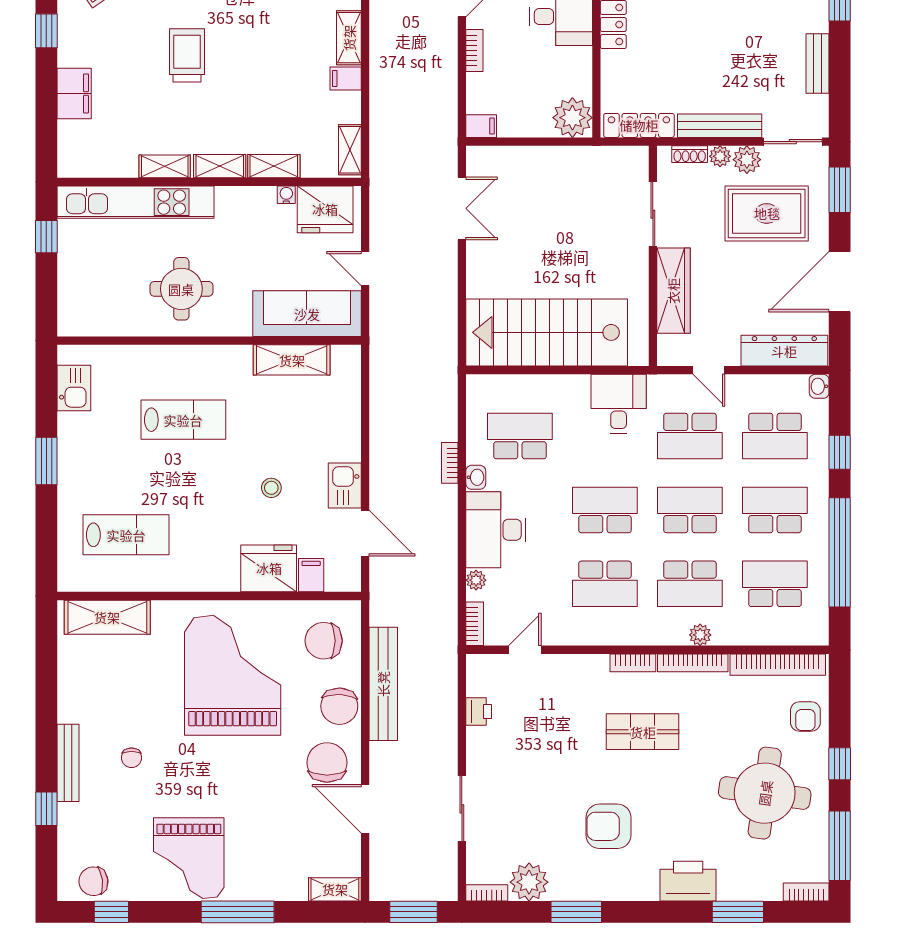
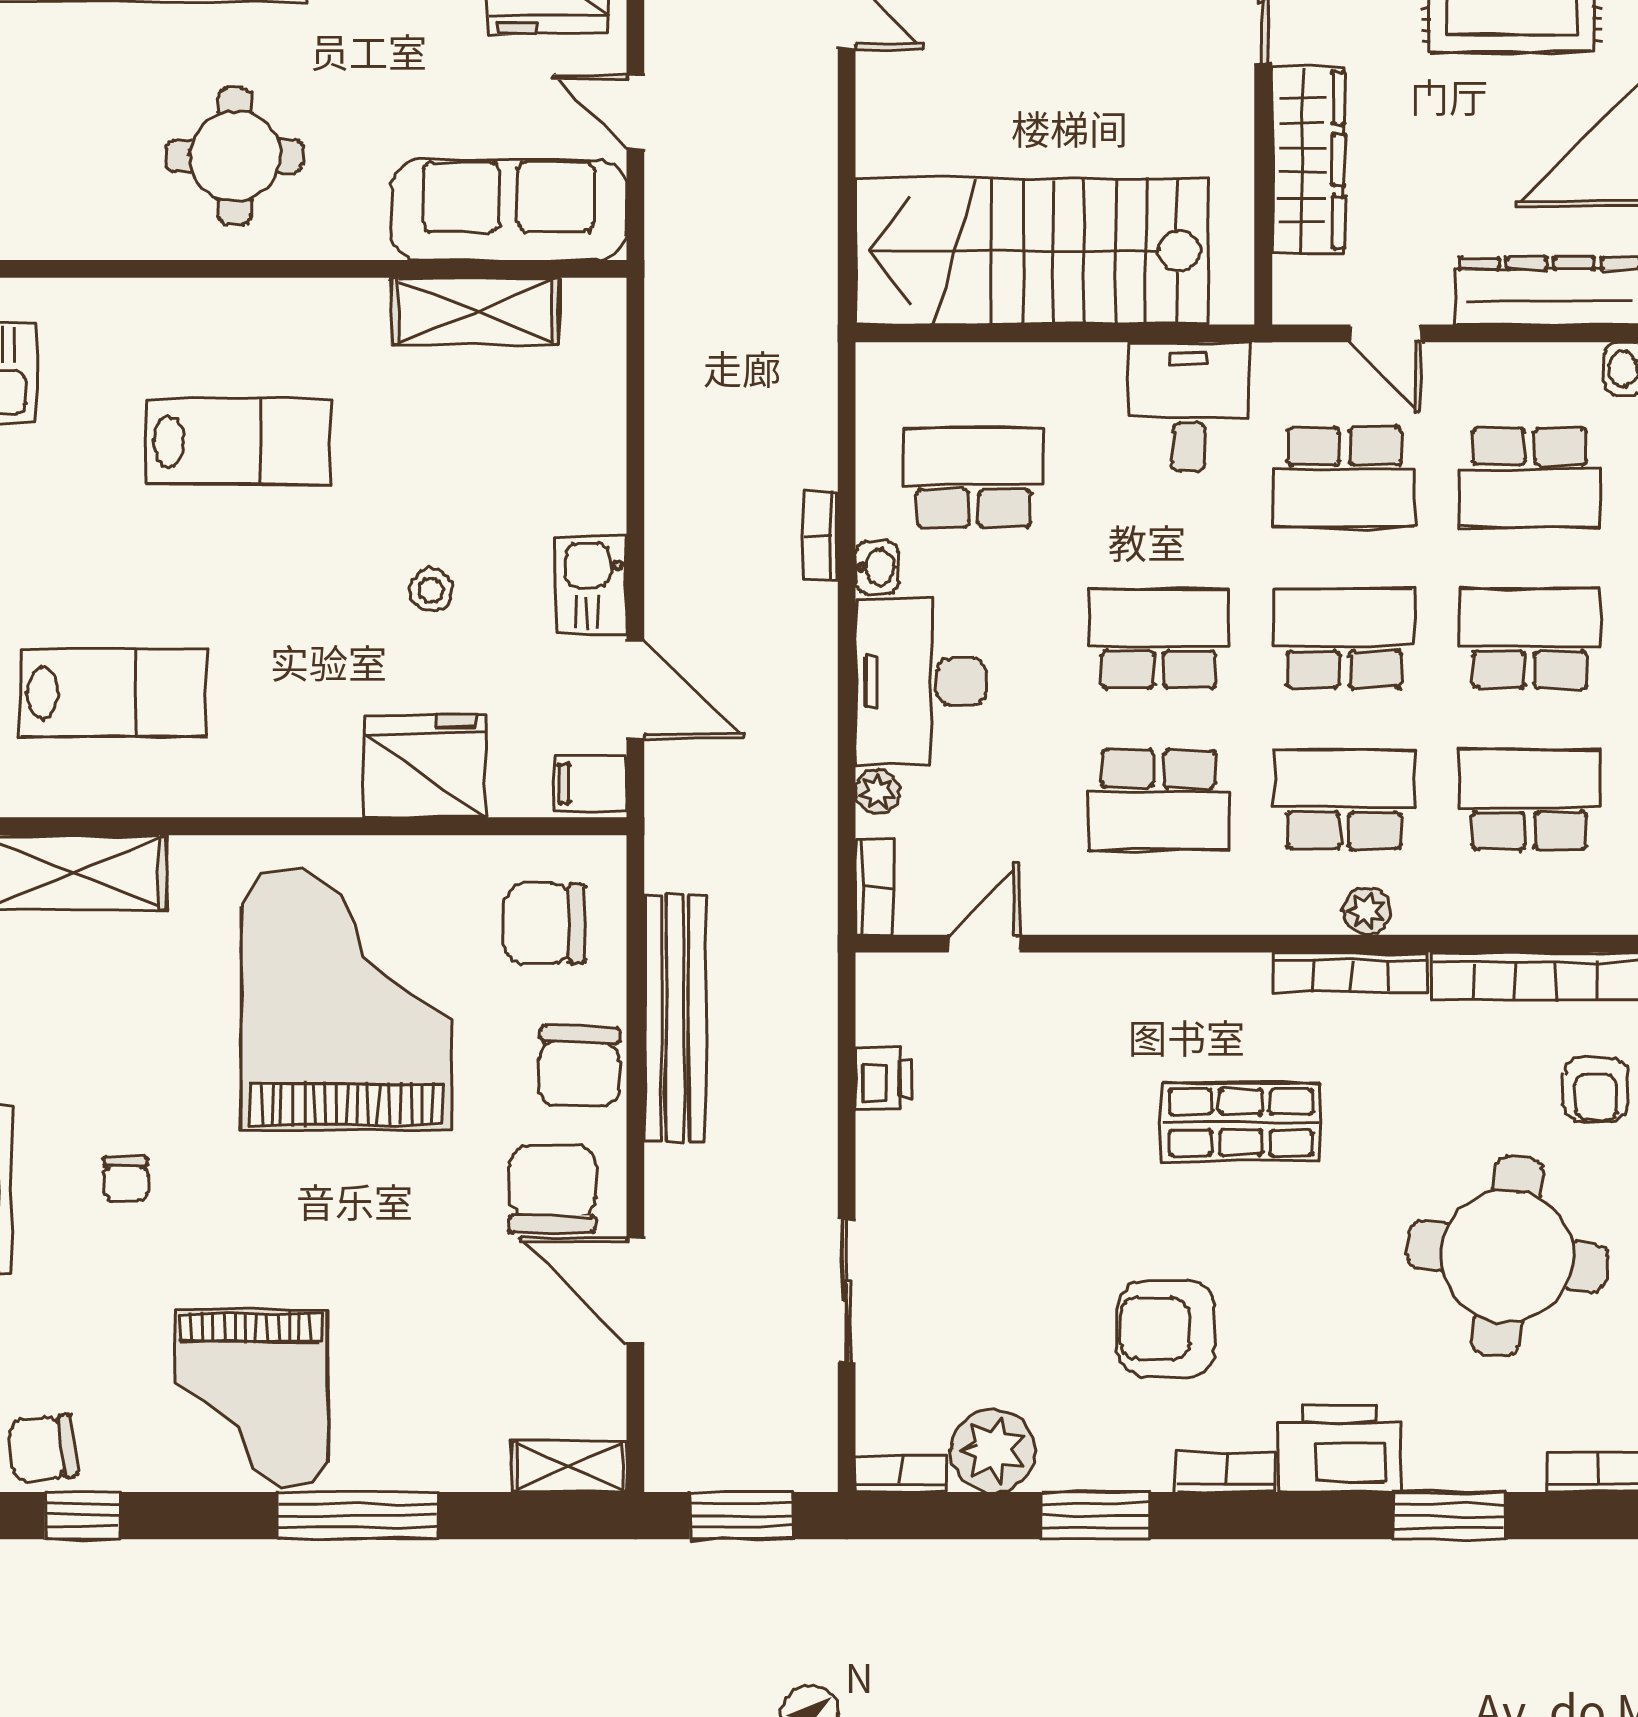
filing cabinet: (311, 575) -> (590, 784), moved, turned -90
school desk: (690, 584) -> (1344, 800), turned 180
bookcase: (633, 663) -> (1225, 1472), moved, turned 180

